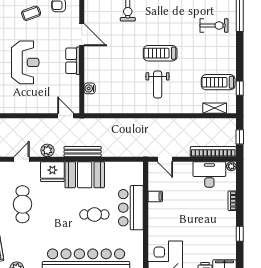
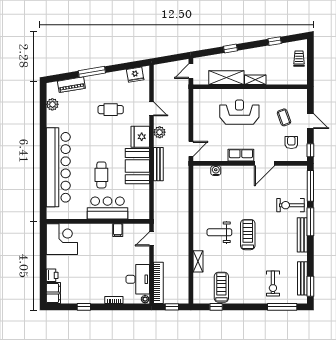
reception desk: (25, 62) -> (239, 112), turned 180
shelving: (215, 108) -> (198, 261), moved
cafe table: (22, 204) -> (111, 110), width x0.73, depth x0.74

